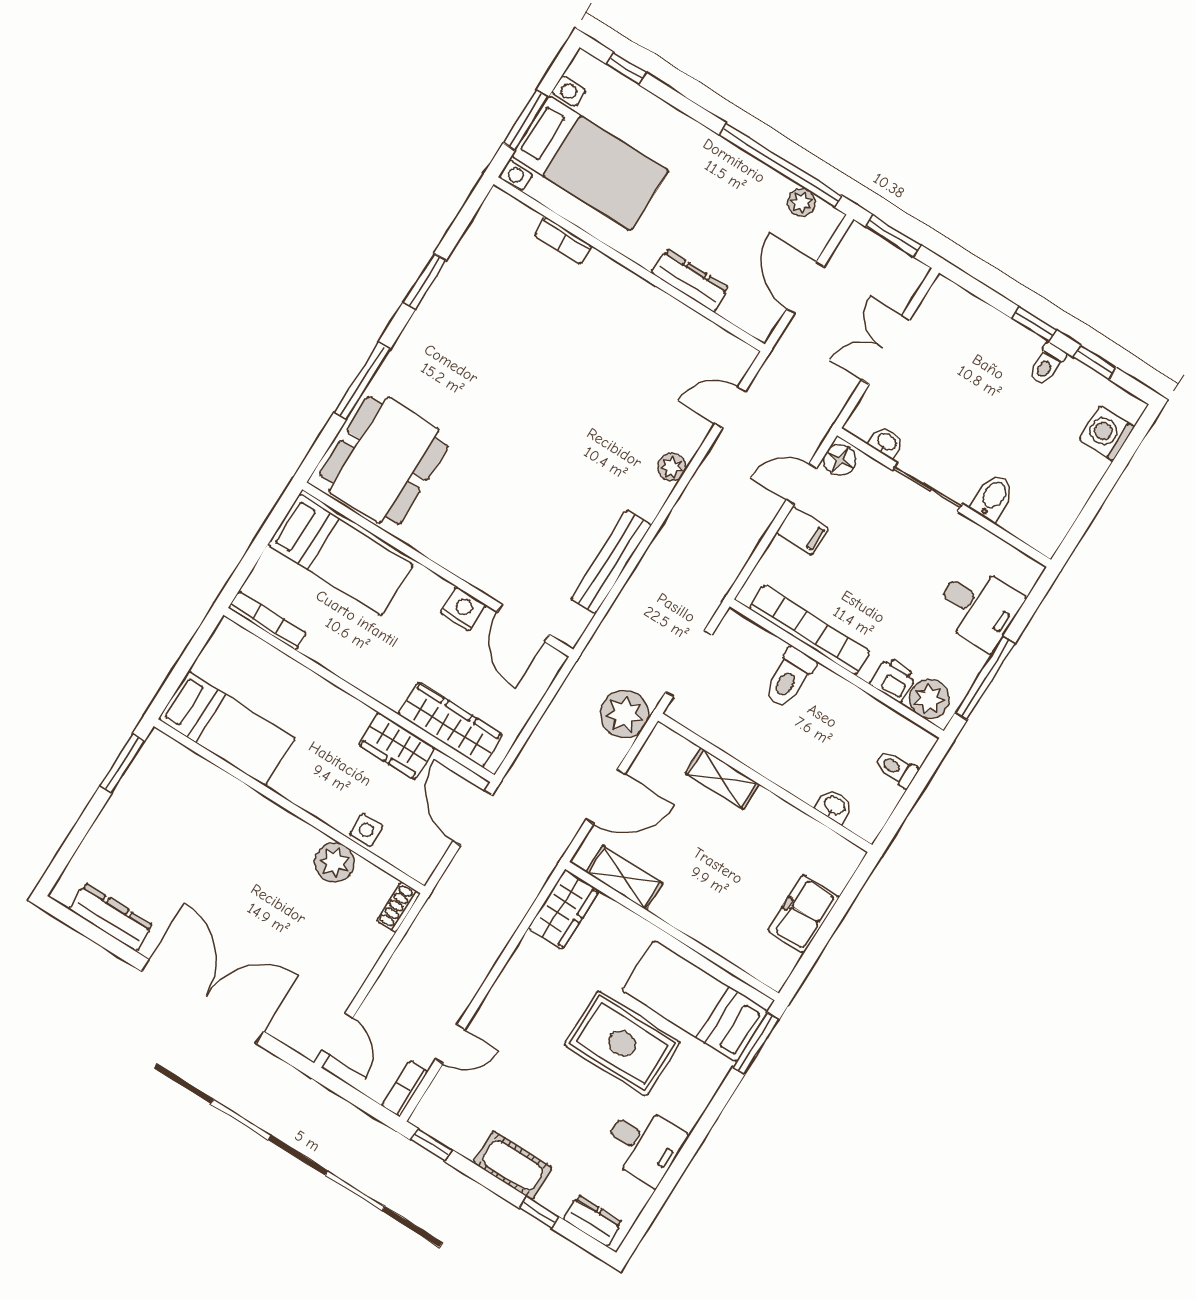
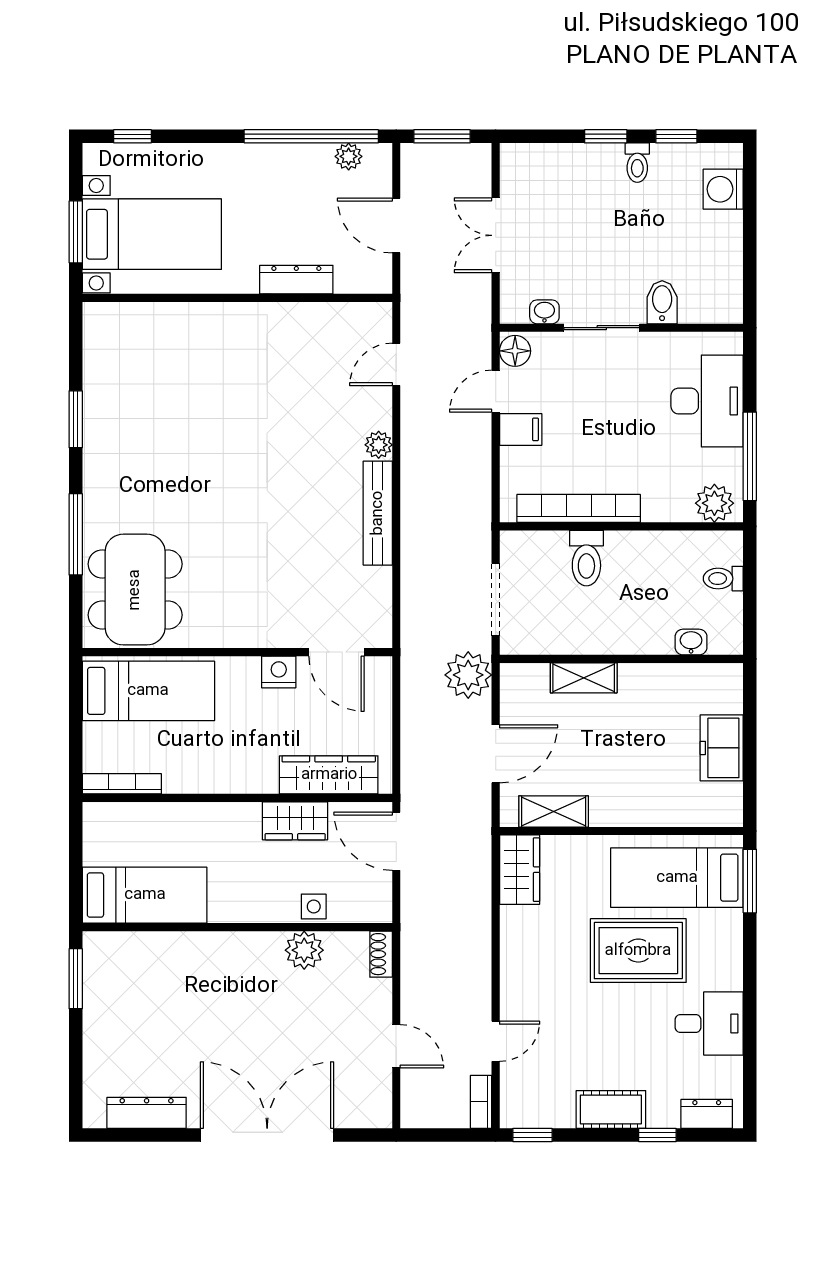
bookcase: (563, 241) -> (170, 313), removed
bench: (611, 562) -> (378, 513), moved
desk: (978, 607) -> (707, 401), width x1.37
printer: (894, 680) -> (674, 506), removed
door: (337, 1034) -> (396, 1046), moved

